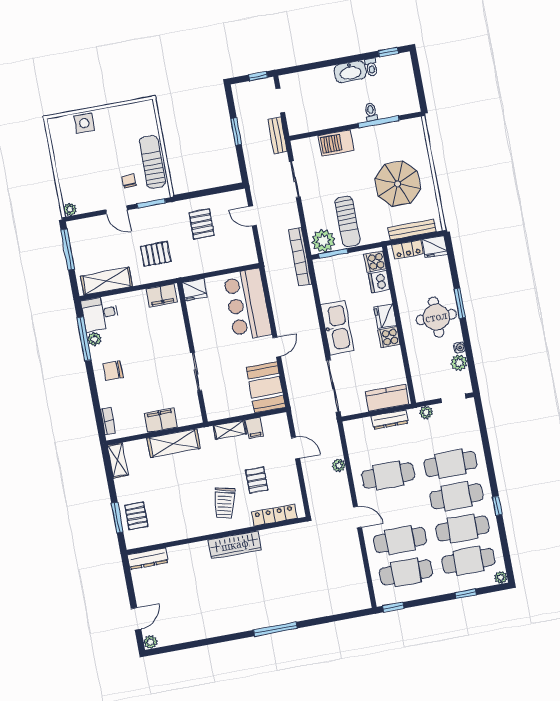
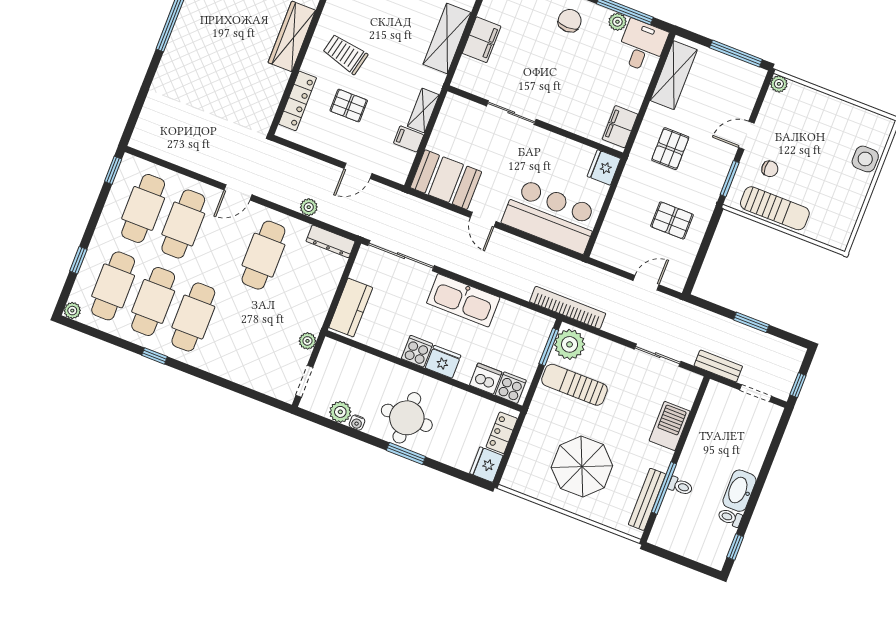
bench: (412, 230) -> (647, 499), moved
dresser: (390, 420) -> (331, 241), moved, turned -90
cafe table: (450, 464) -> (233, 333), removed

